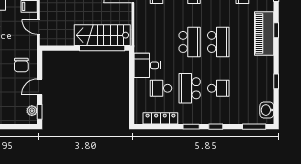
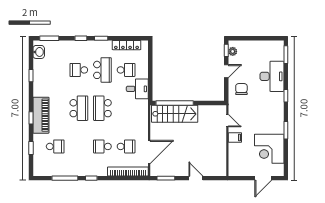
school desk: (218, 42) -> (79, 108), turned 180

